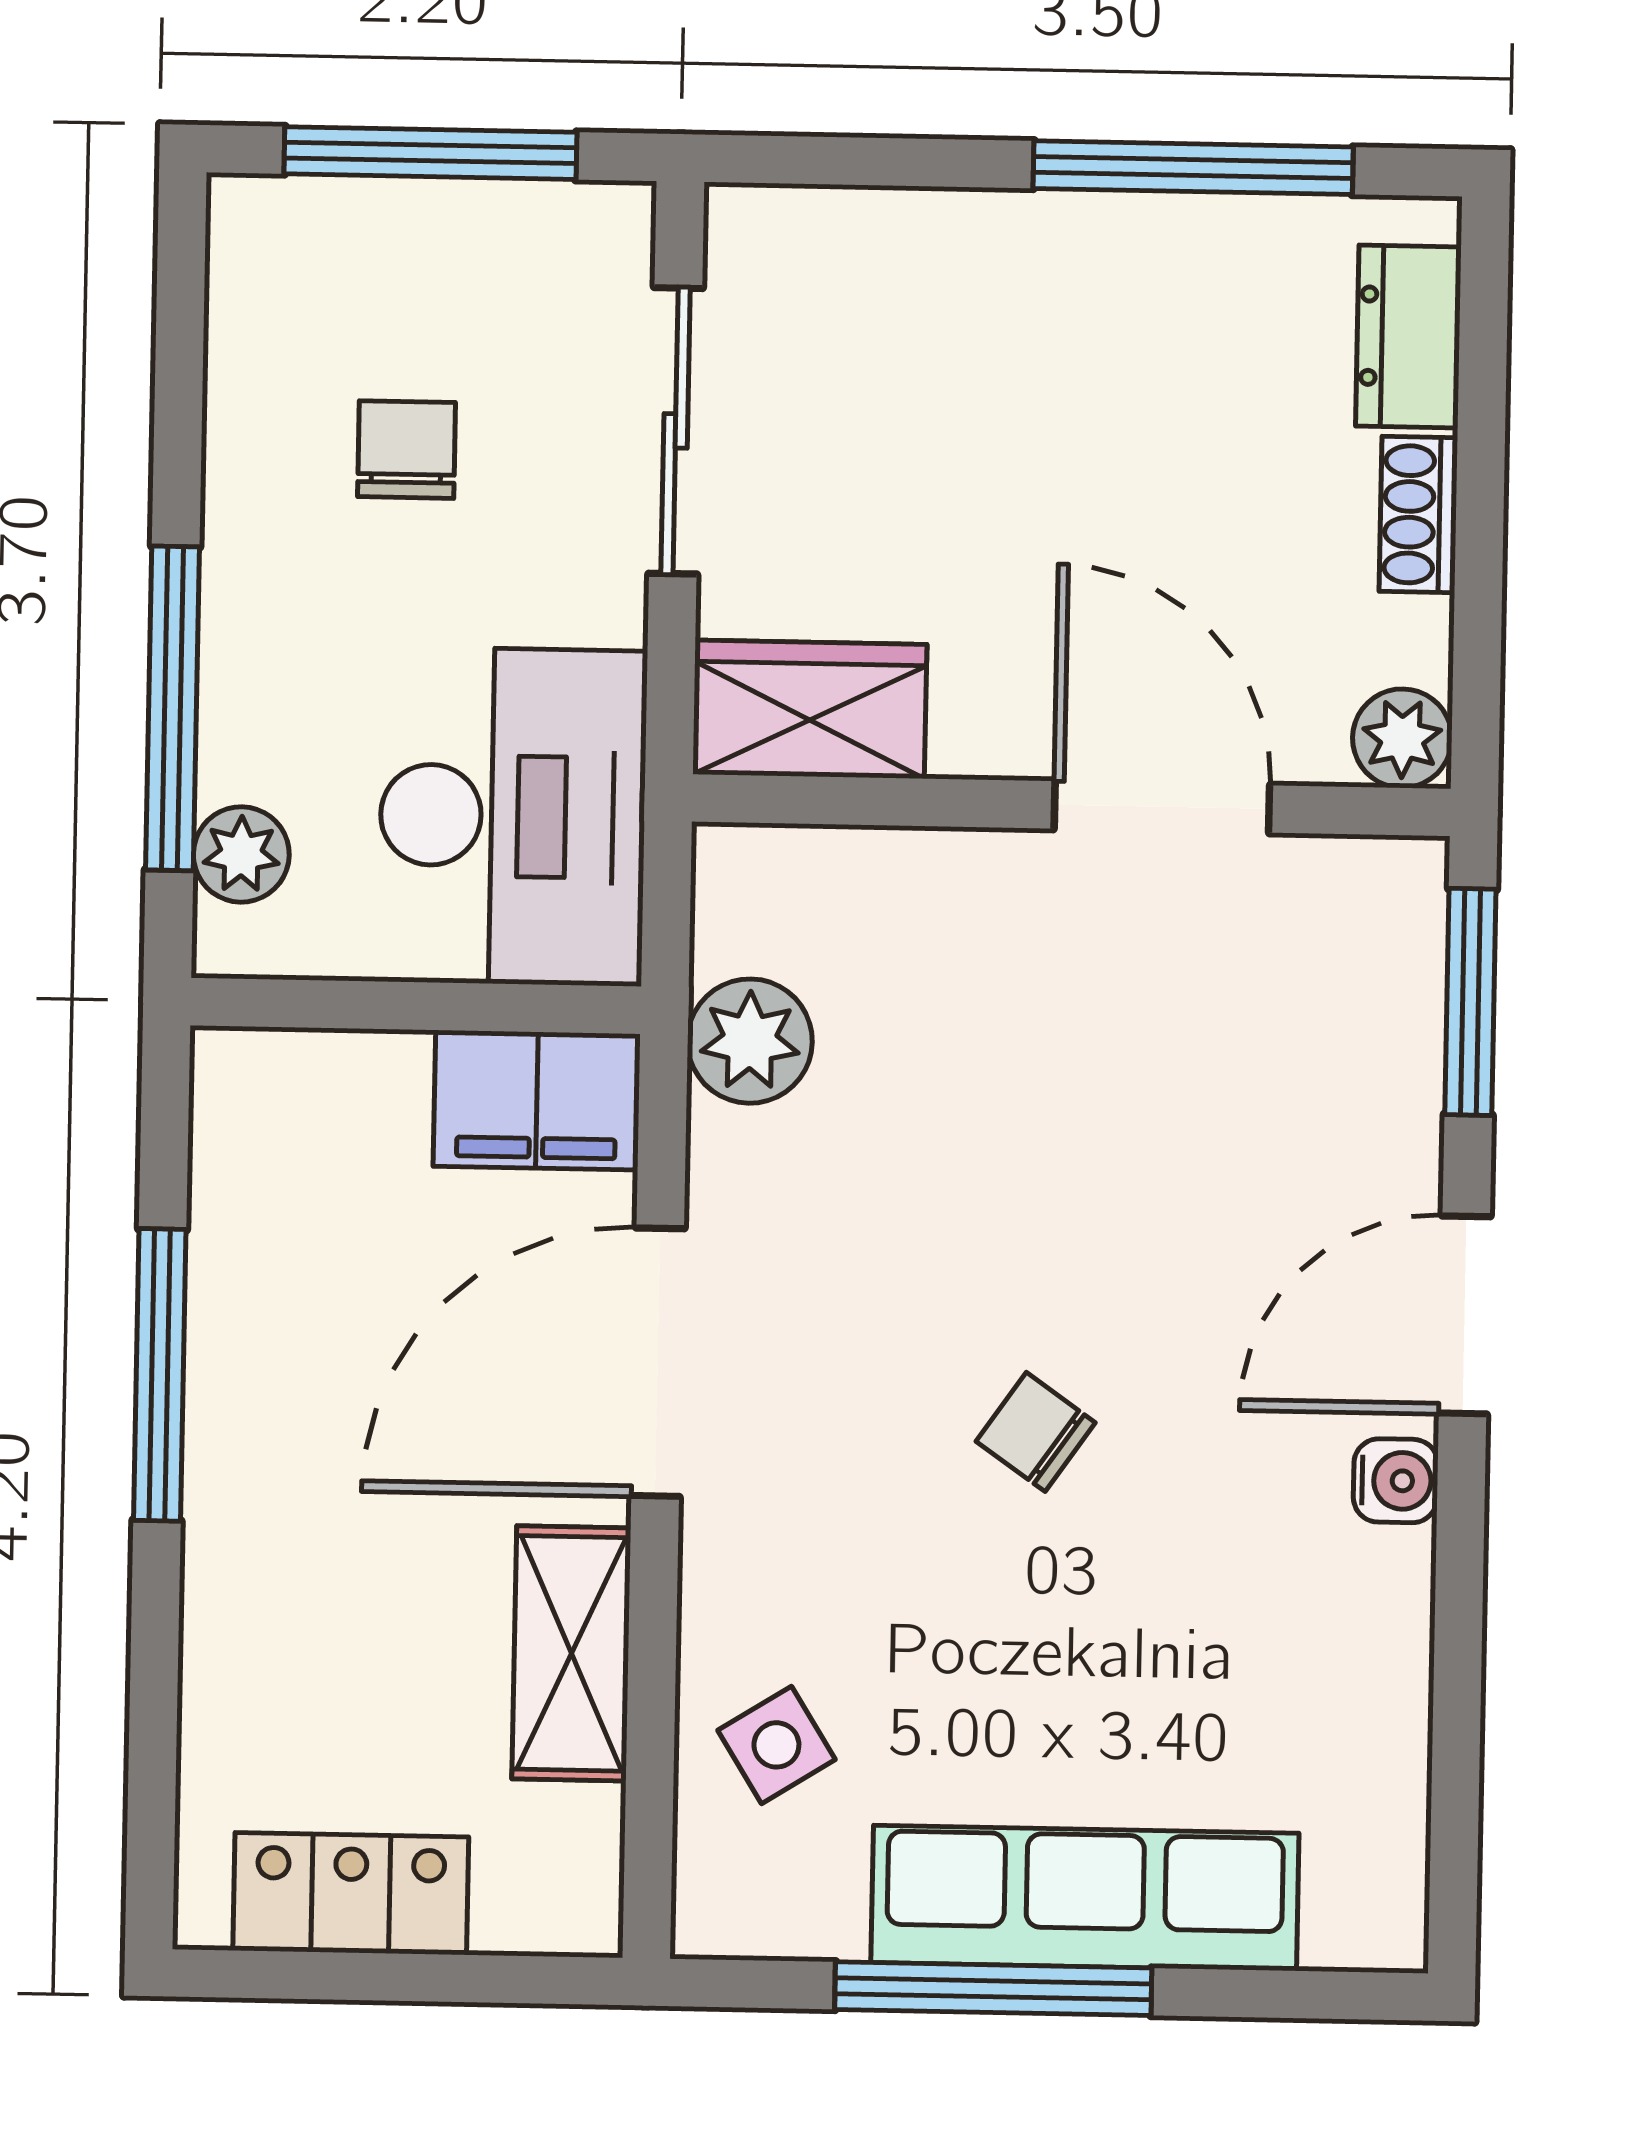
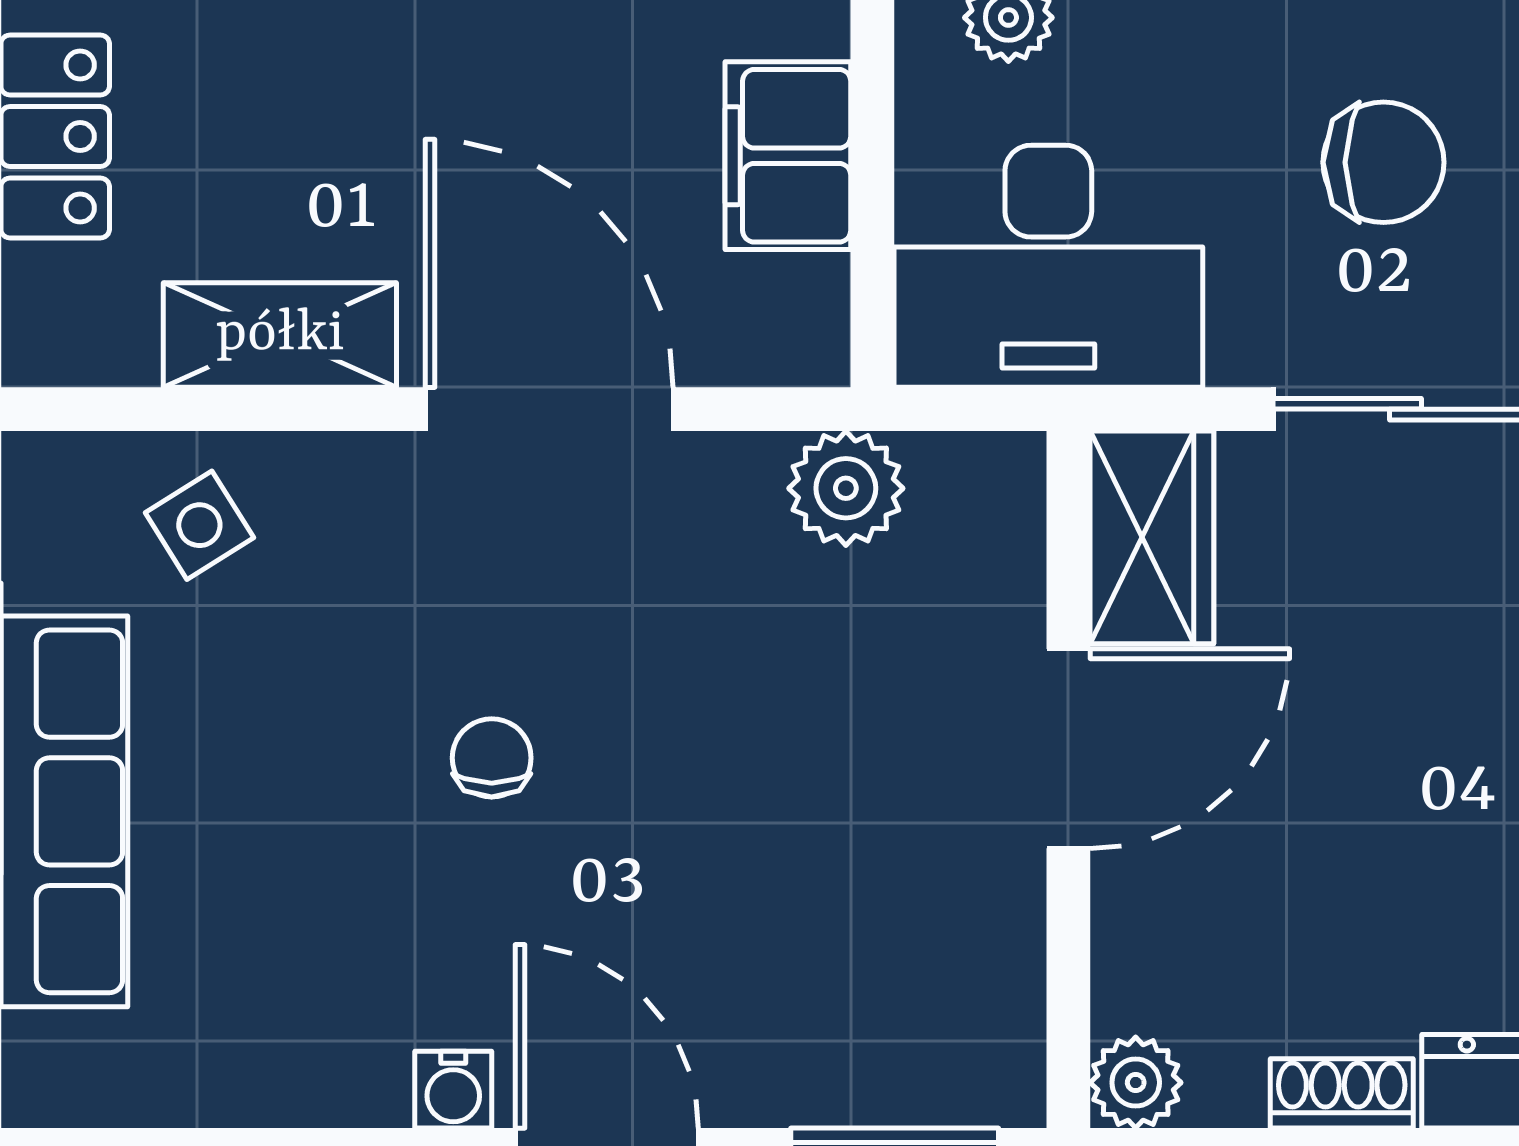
chair: (407, 450) -> (1383, 162), width x1.37, depth x1.37
door: (1162, 807) -> (1068, 749), moved
filing cabinet: (537, 1100) -> (788, 156), moved
chair: (1036, 1432) -> (492, 758), turned -35

